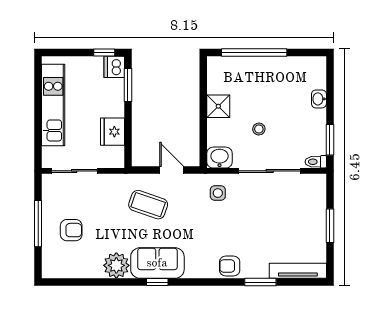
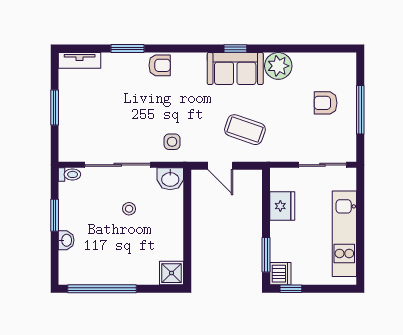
window: (254, 53) -> (102, 289), moved
shower: (218, 106) -> (172, 273), moved
window: (330, 140) -> (55, 215), moved
tv unit: (298, 271) -> (80, 60), width x0.71

